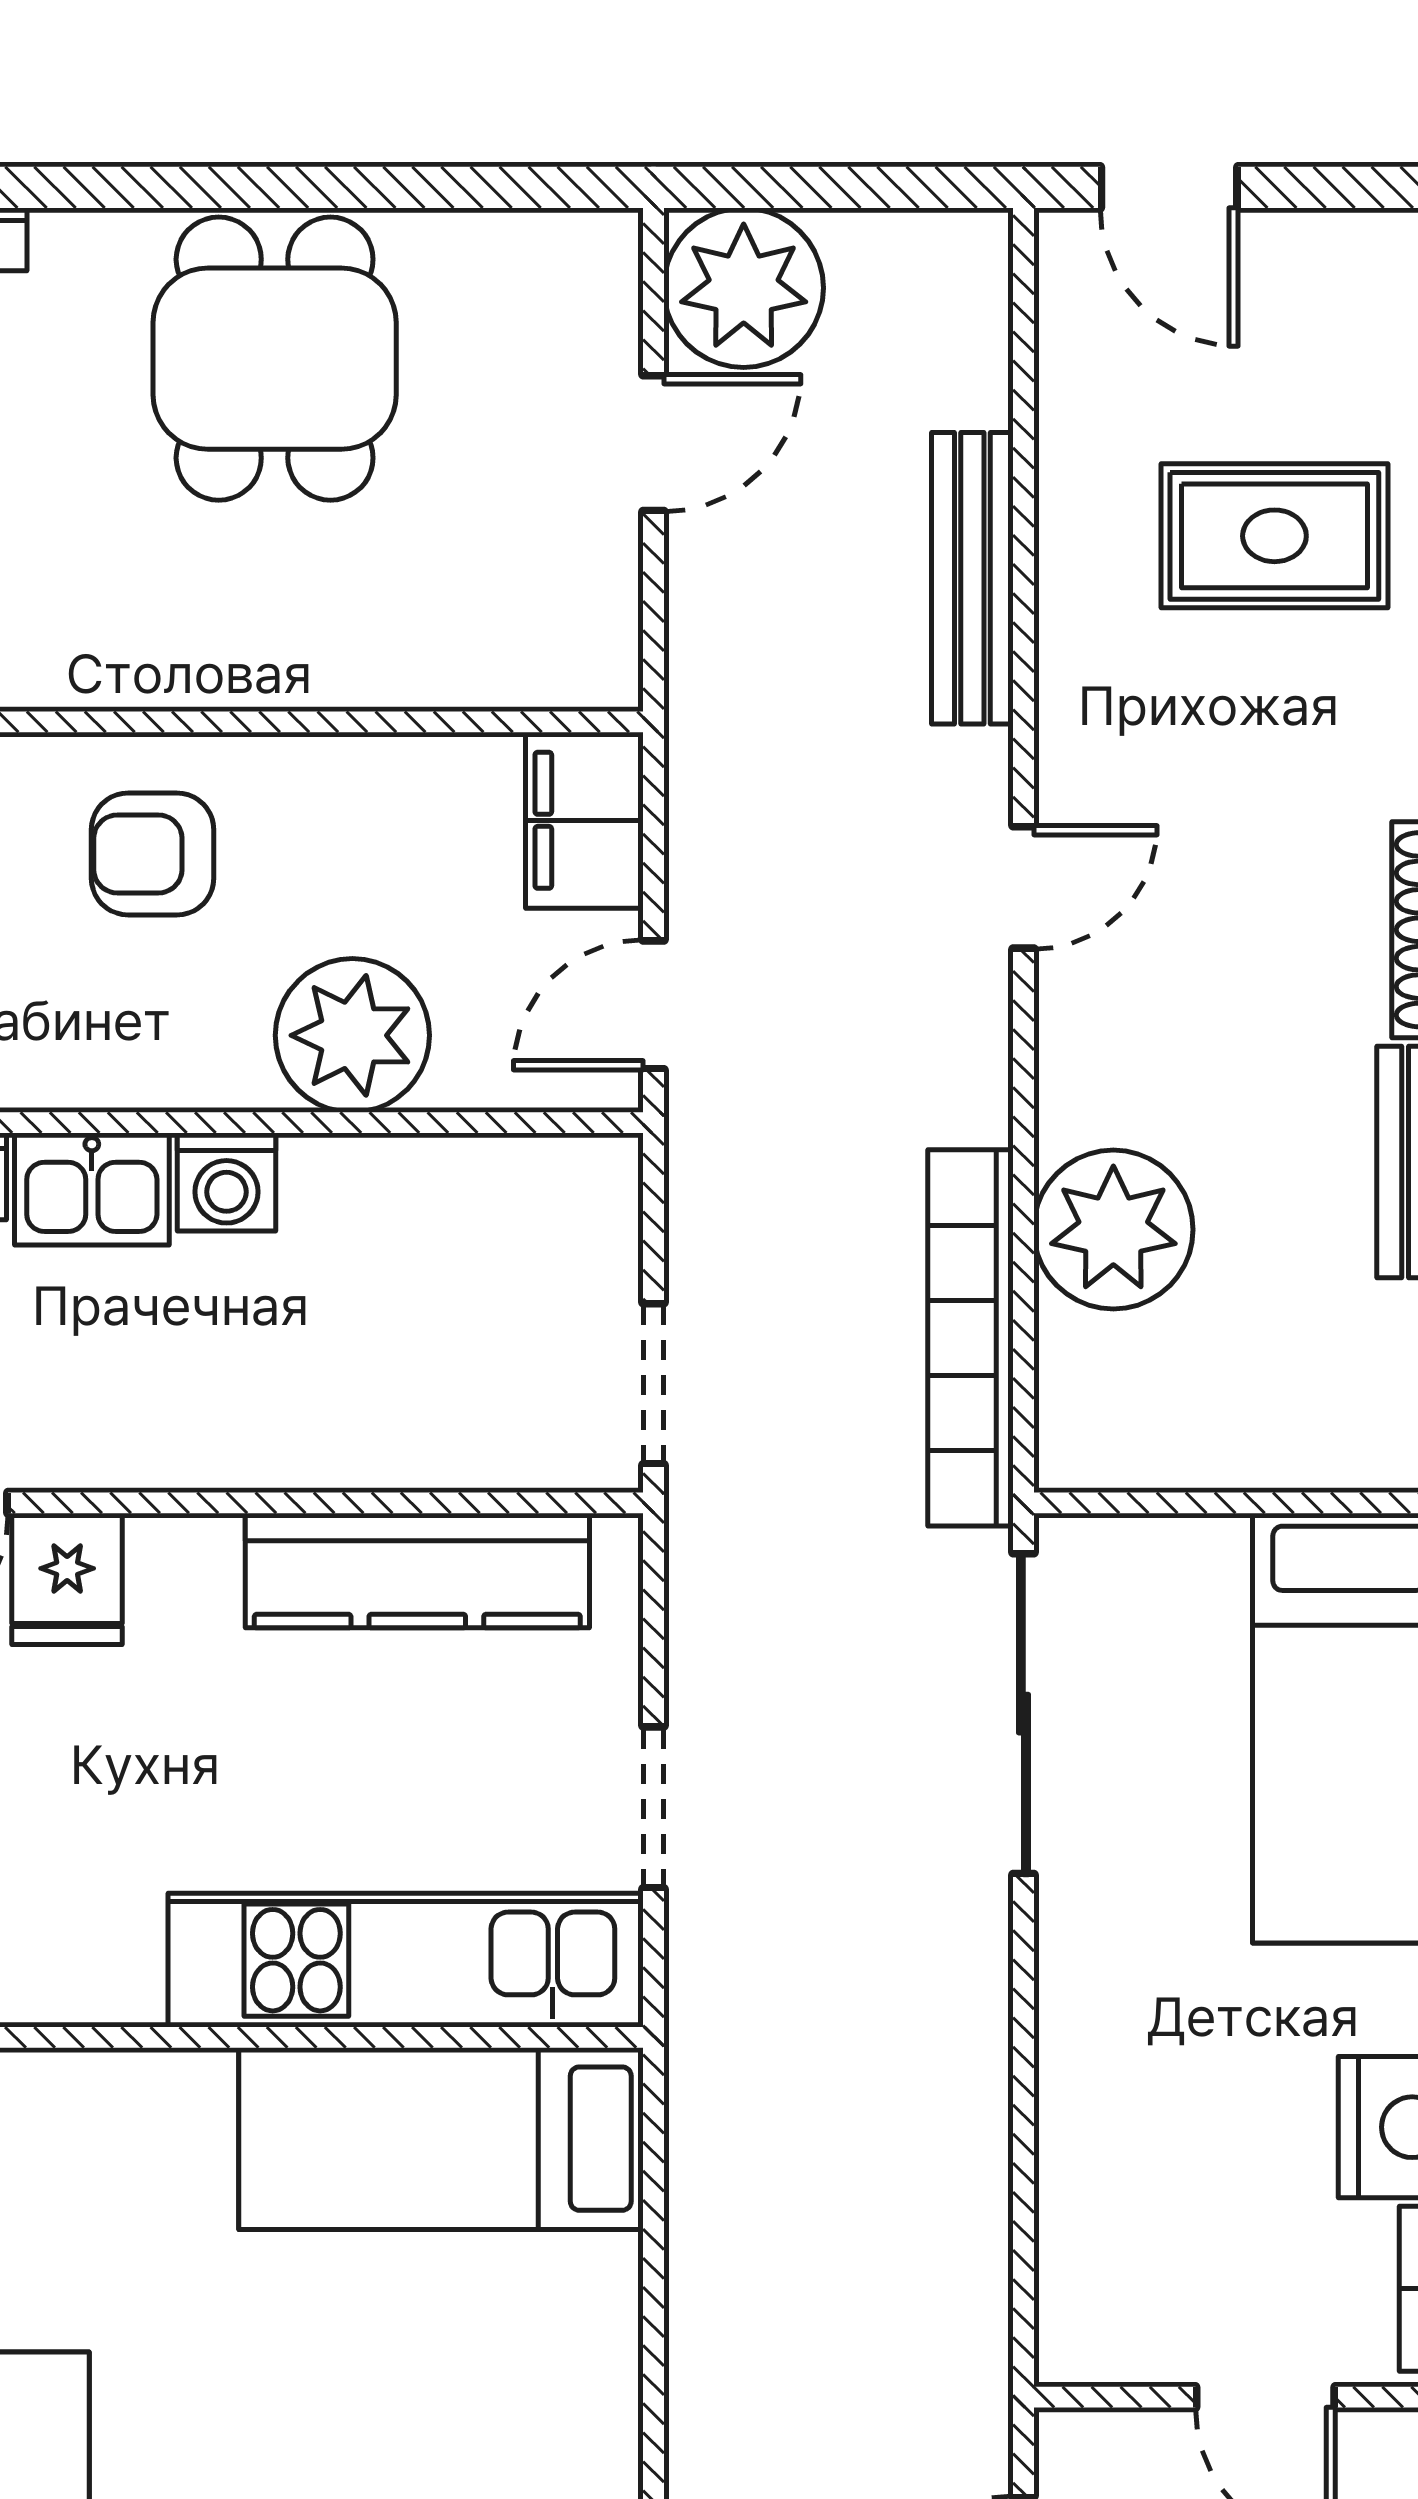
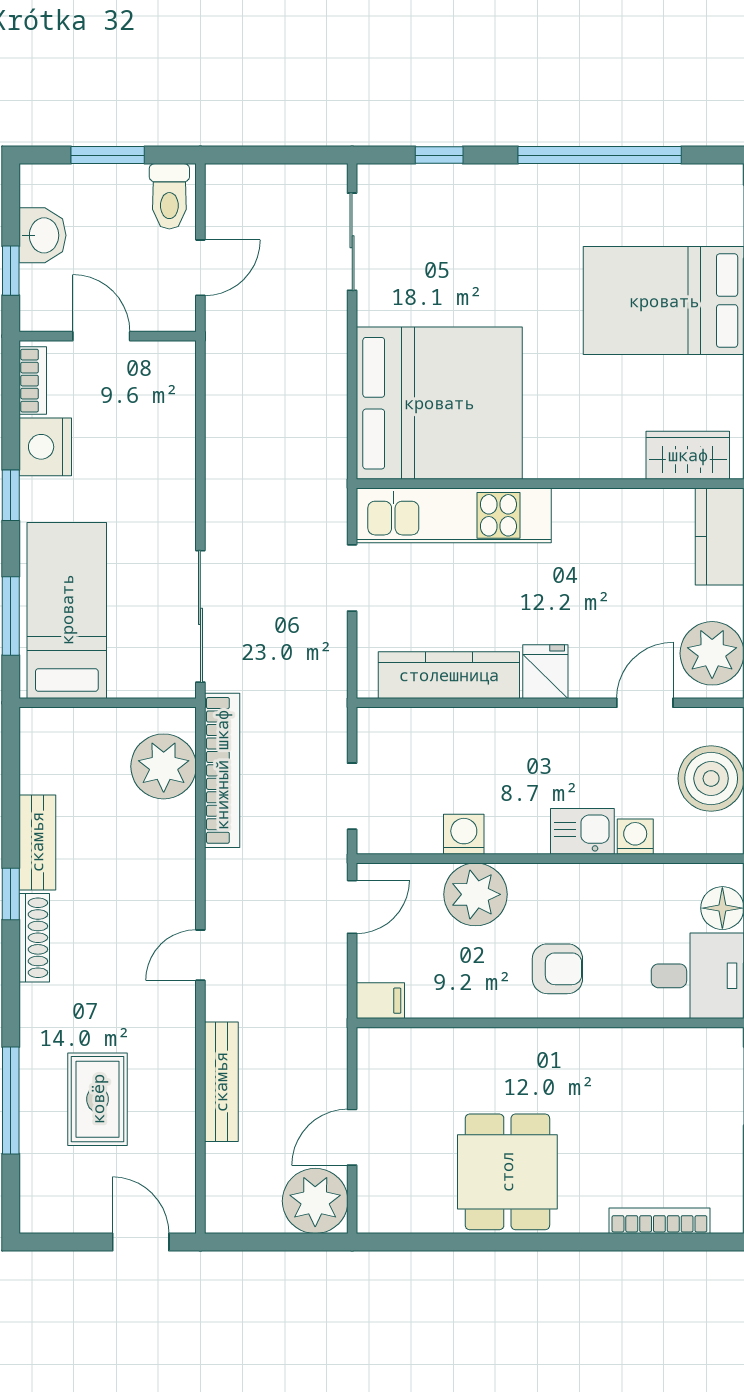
rug: (1274, 536) -> (98, 1099), turned 90
filing cabinet: (584, 820) -> (380, 1001), width x0.50
washing machine: (226, 1182) -> (464, 834), moved
plant: (1113, 1230) -> (164, 766), moved
doorway: (653, 1384) -> (352, 796), moved
fridge: (67, 1579) -> (545, 672), moved
bed: (441, 2139) -> (439, 403), width x2.04

